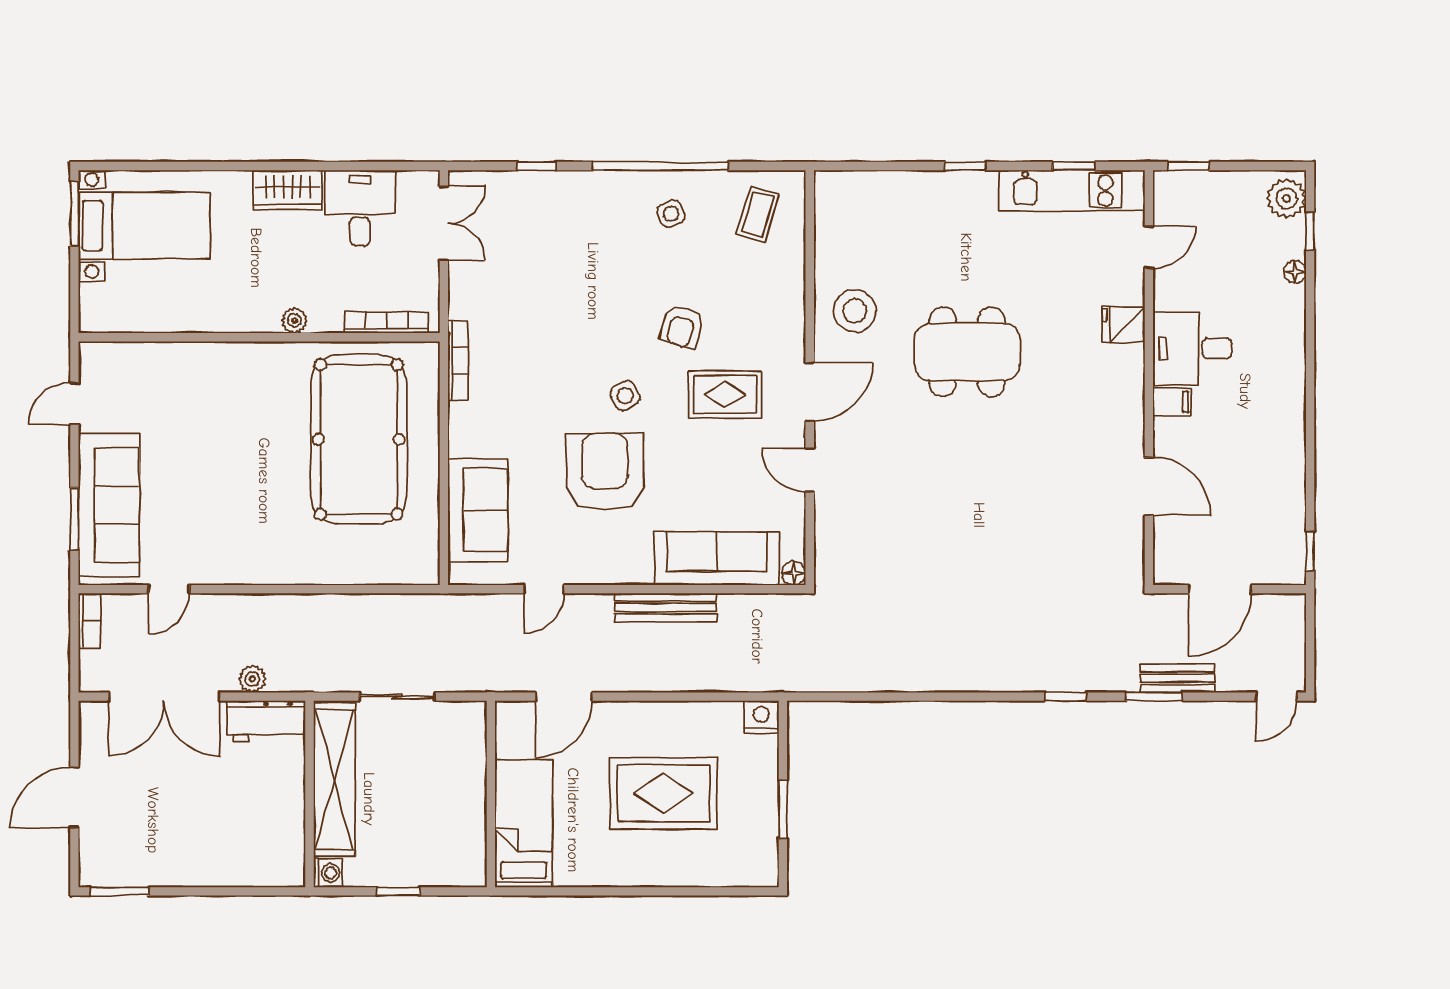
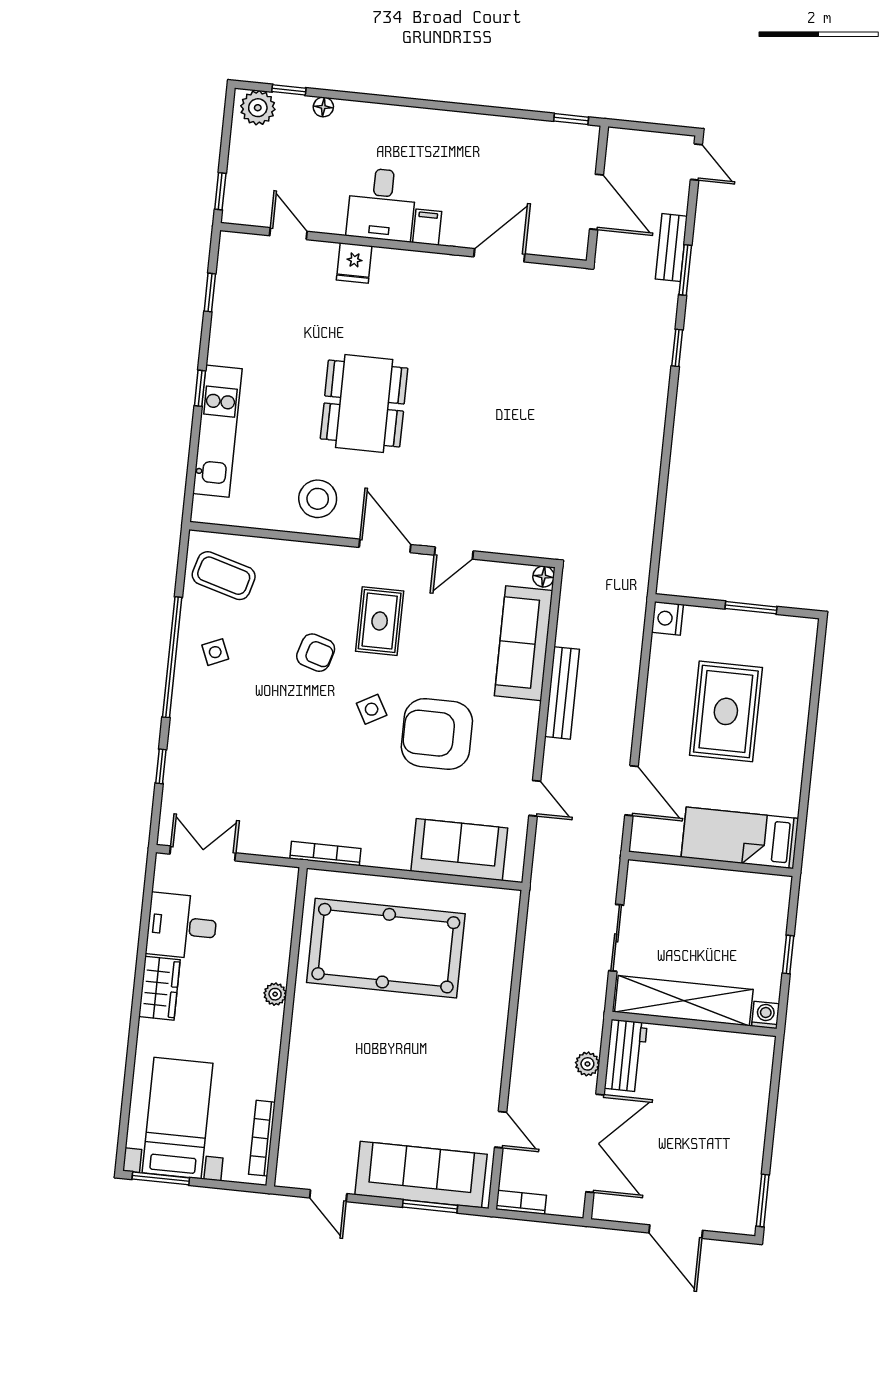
kitchen unit: (1072, 191) -> (217, 431), moved
coffee table: (758, 214) -> (224, 576), width x1.36, depth x1.30
bookcase: (386, 322) -> (262, 1138), moved

